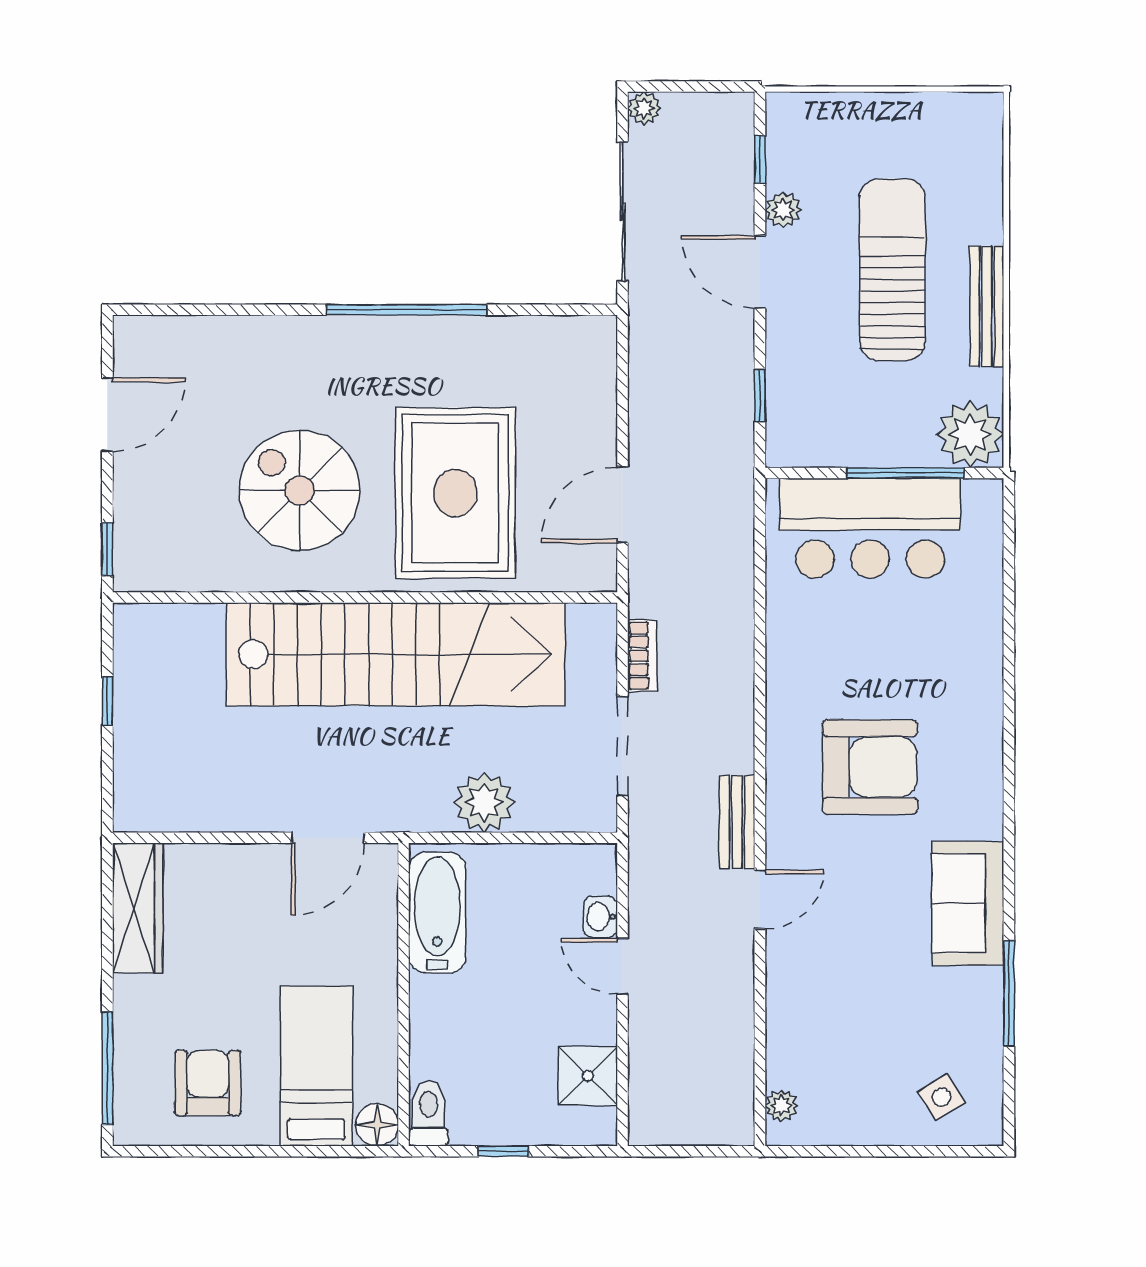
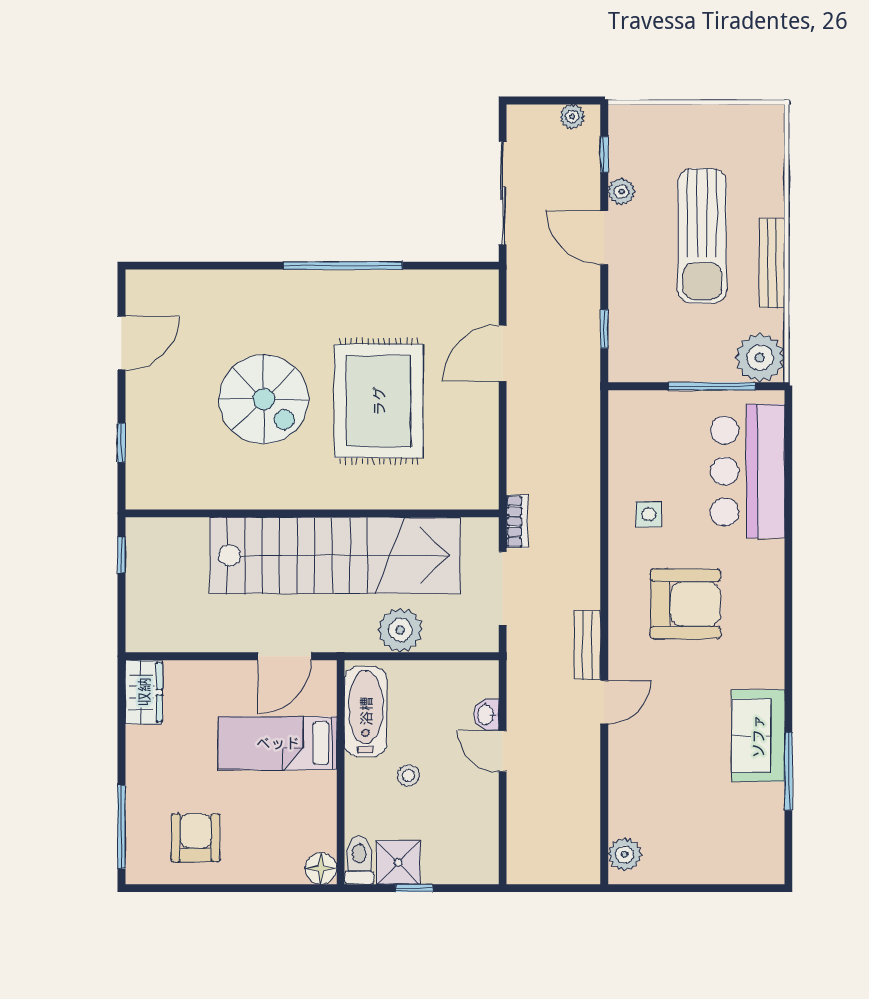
plant: (644, 108) -> (572, 117), moved
sun lounger: (892, 270) -> (702, 236), turned 180
spiral stairs: (300, 490) -> (264, 399), turned 180
door: (623, 505) -> (503, 353), moved
bar counter: (870, 528) -> (748, 471), moved, turned 90
wall: (365, 597) -> (312, 513), moved
stairs: (396, 654) -> (335, 555), moved
sofa: (968, 903) -> (758, 736), moved
wardrobe: (138, 908) -> (144, 692), width x0.67
stool: (495, 999) -> (408, 775), added
bed: (316, 1066) -> (278, 743), moved, turned -90
shower: (588, 1076) -> (398, 862), moved
side table: (941, 1097) -> (649, 514), moved, turned 32
plant: (781, 1106) -> (625, 854), width x1.38, depth x1.38

